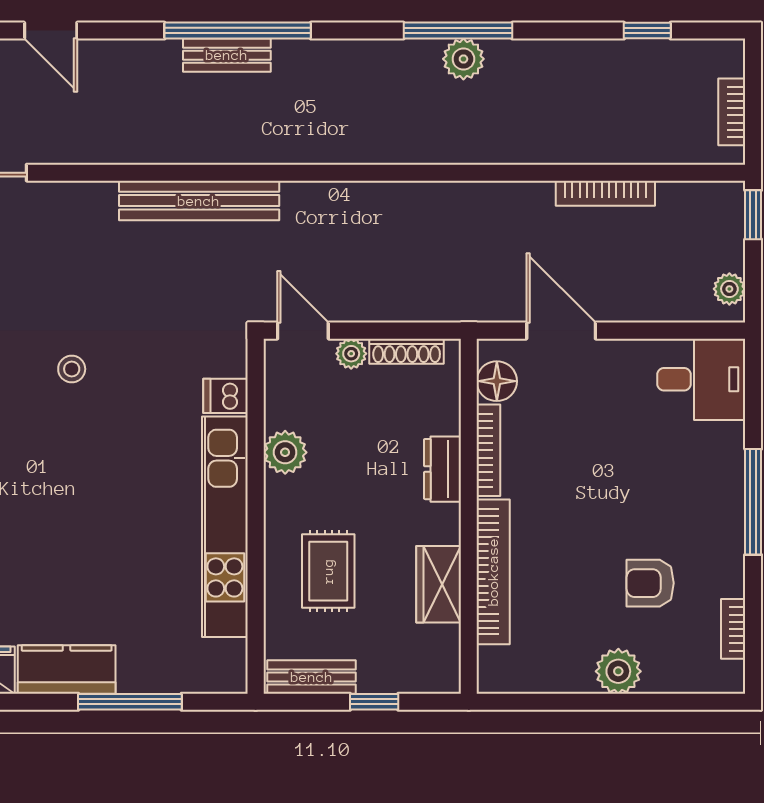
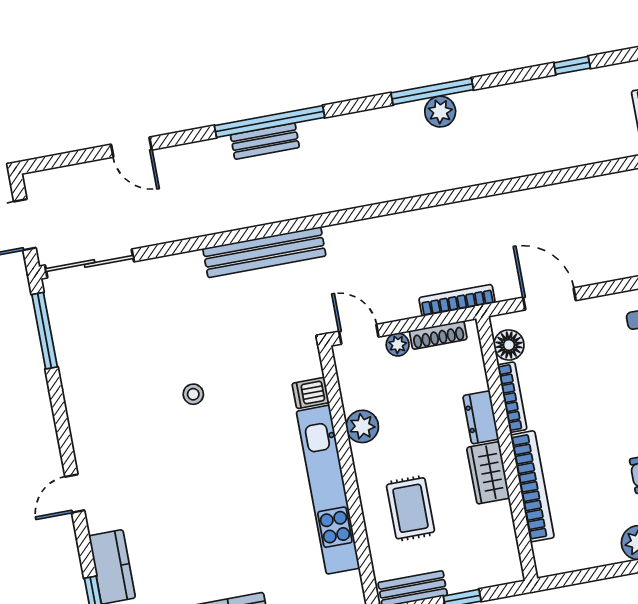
bookcase: (605, 193) -> (457, 300), moved, turned 180
wardrobe: (439, 584) -> (488, 473), moved

